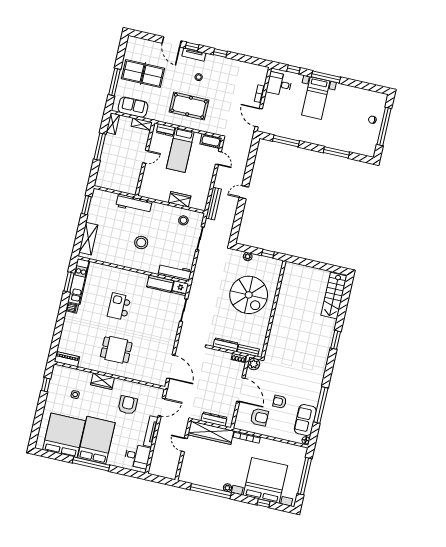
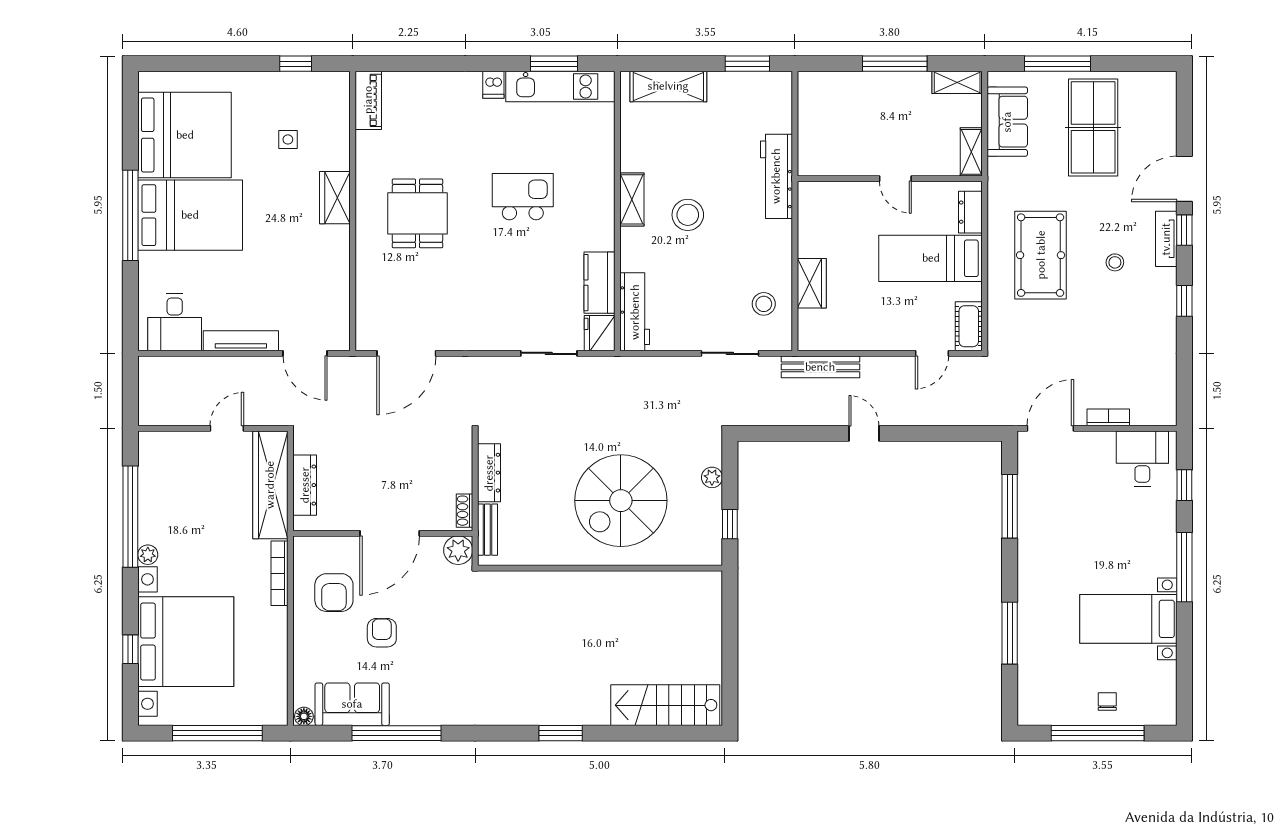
bed with nightstands: (316, 98) -> (1128, 619), moved
shelving: (130, 263) -> (632, 199), added
armchair: (128, 405) -> (291, 271), removed

